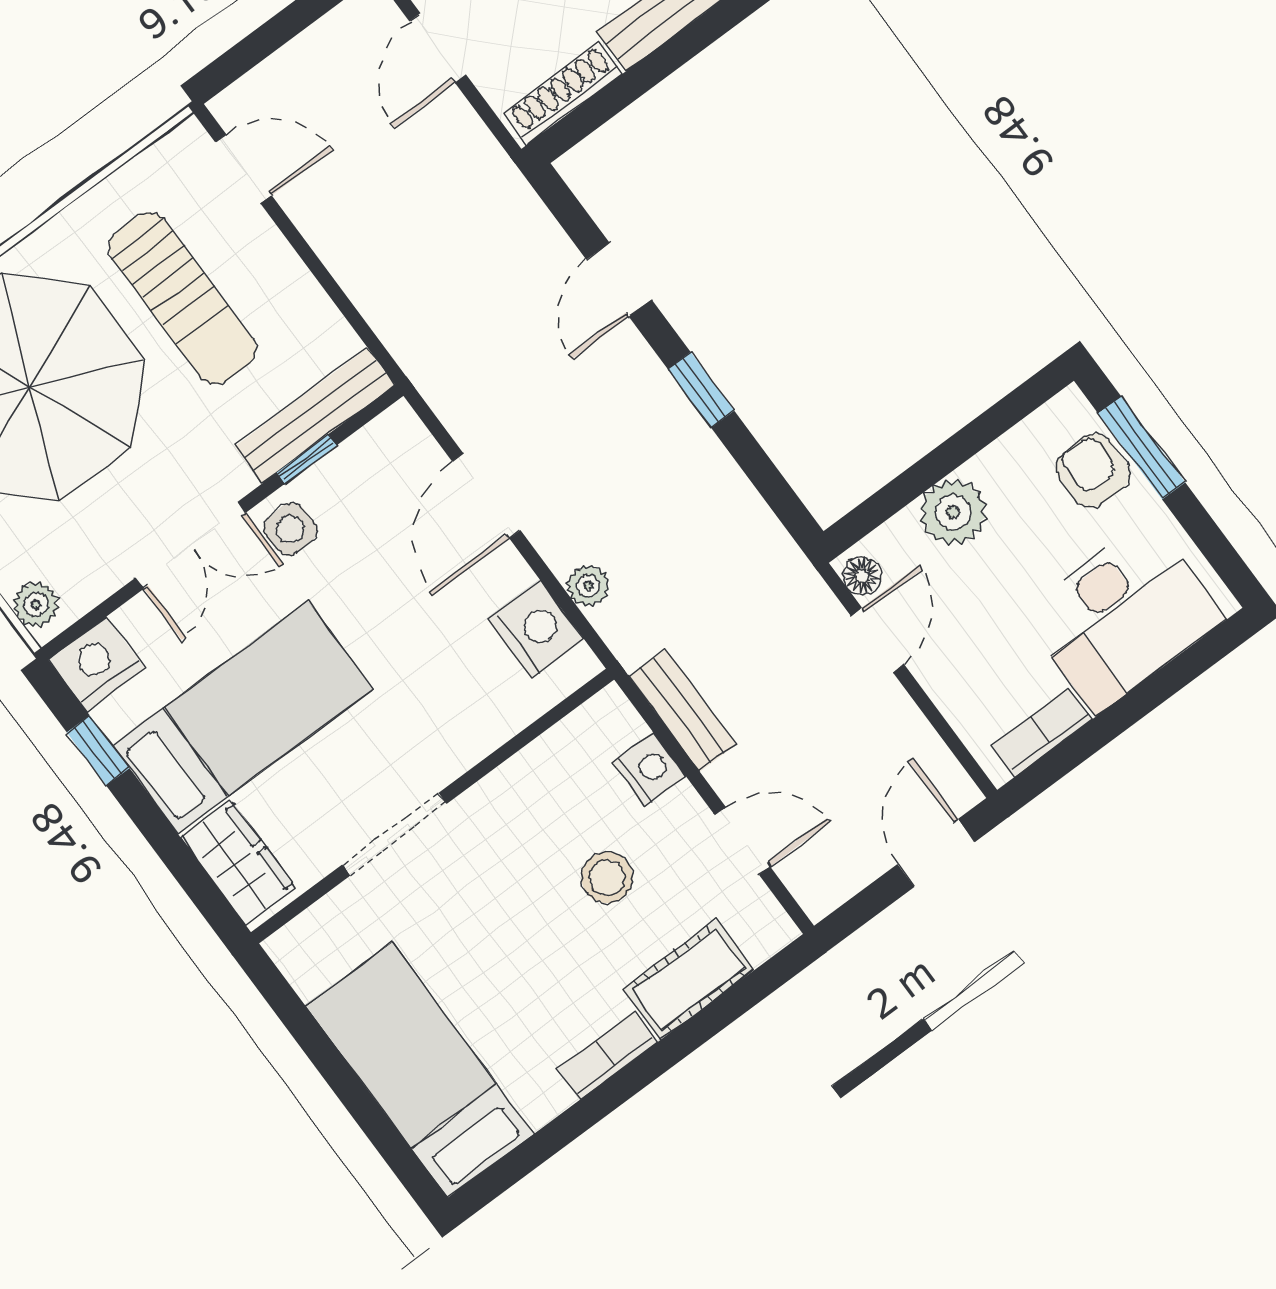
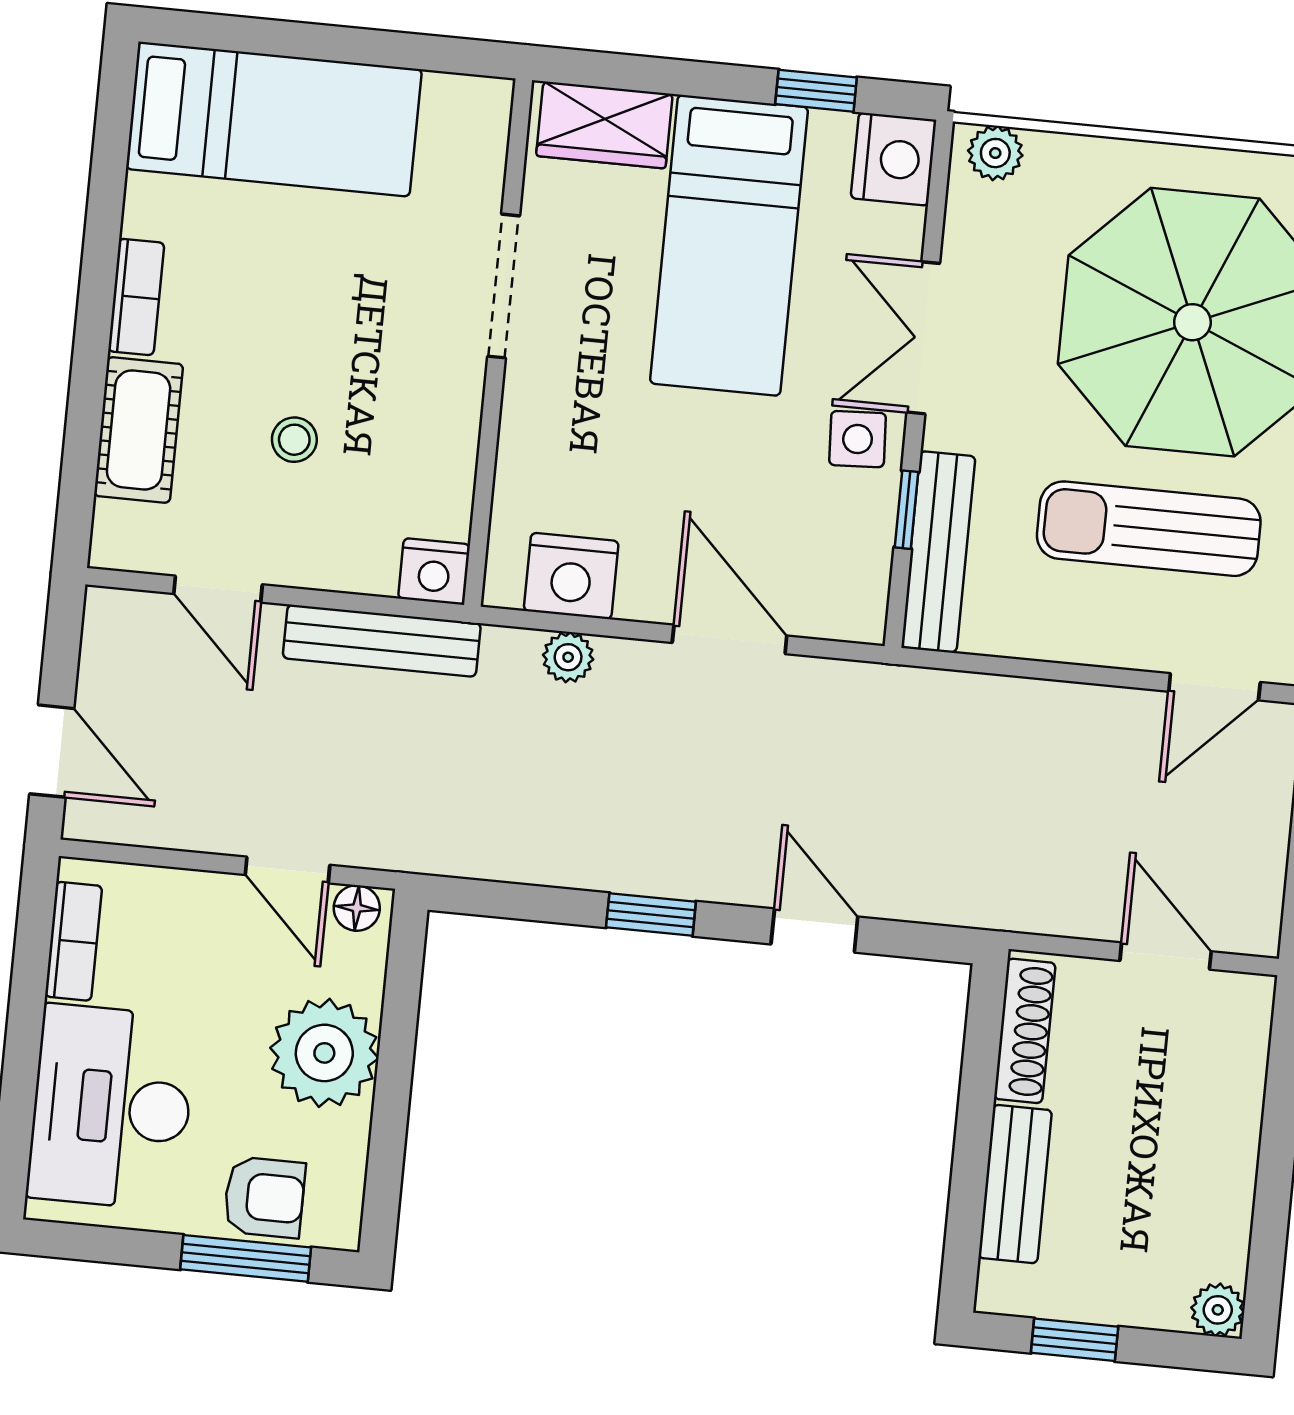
plant: (953, 512) -> (324, 1053), width x1.36, depth x1.36
bench: (683, 711) -> (382, 641), width x1.36
nightstand: (649, 769) -> (434, 571), moved
door: (743, 841) -> (218, 589), hinge flipped
stool: (607, 878) -> (294, 440), width x0.73, depth x0.73

